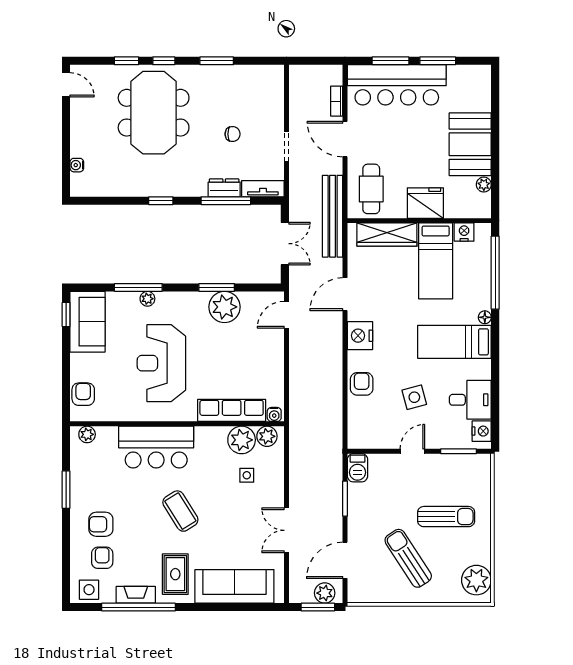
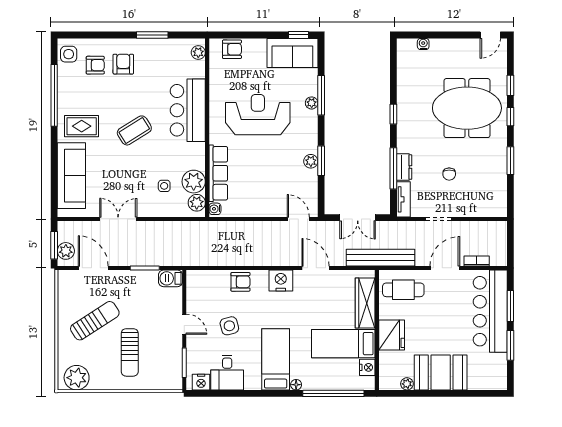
plant: (224, 307) -> (311, 161), width x0.53, depth x0.53
fireplace: (136, 595) -> (64, 93), removed

